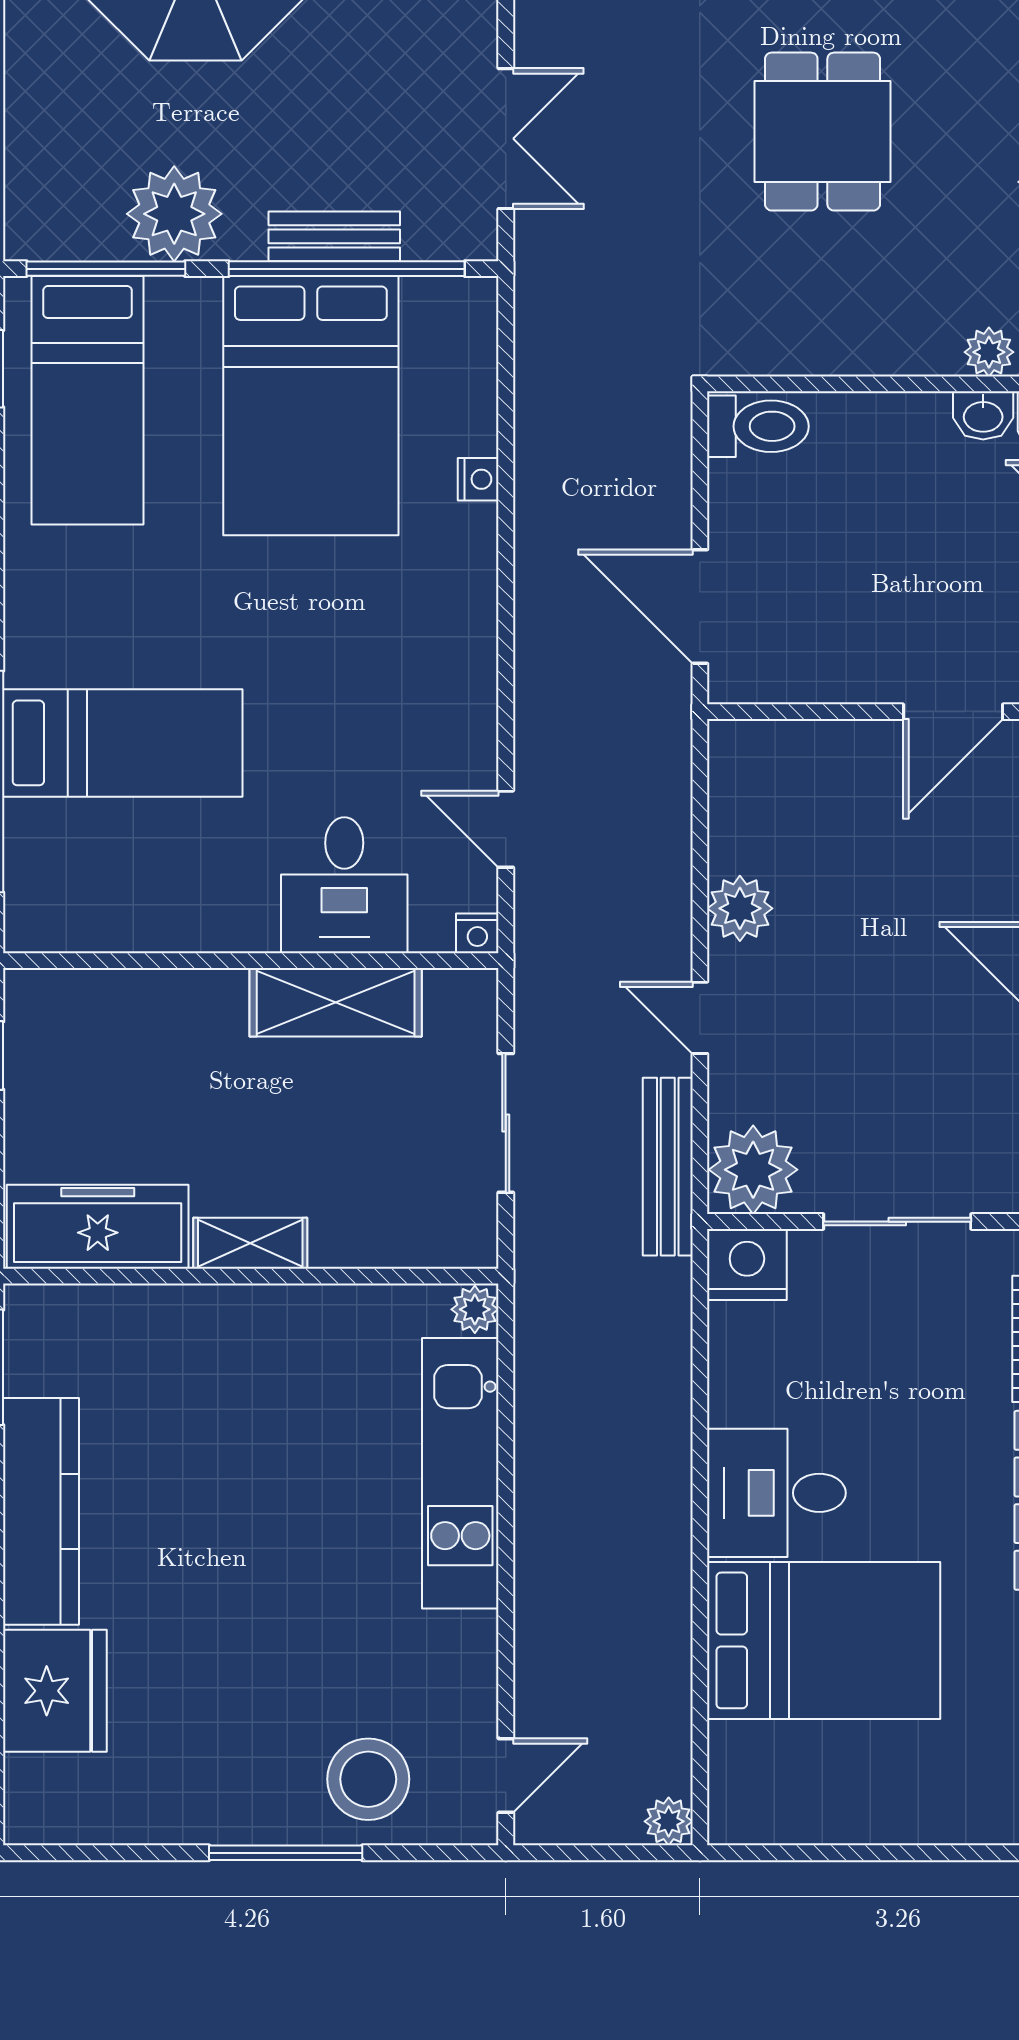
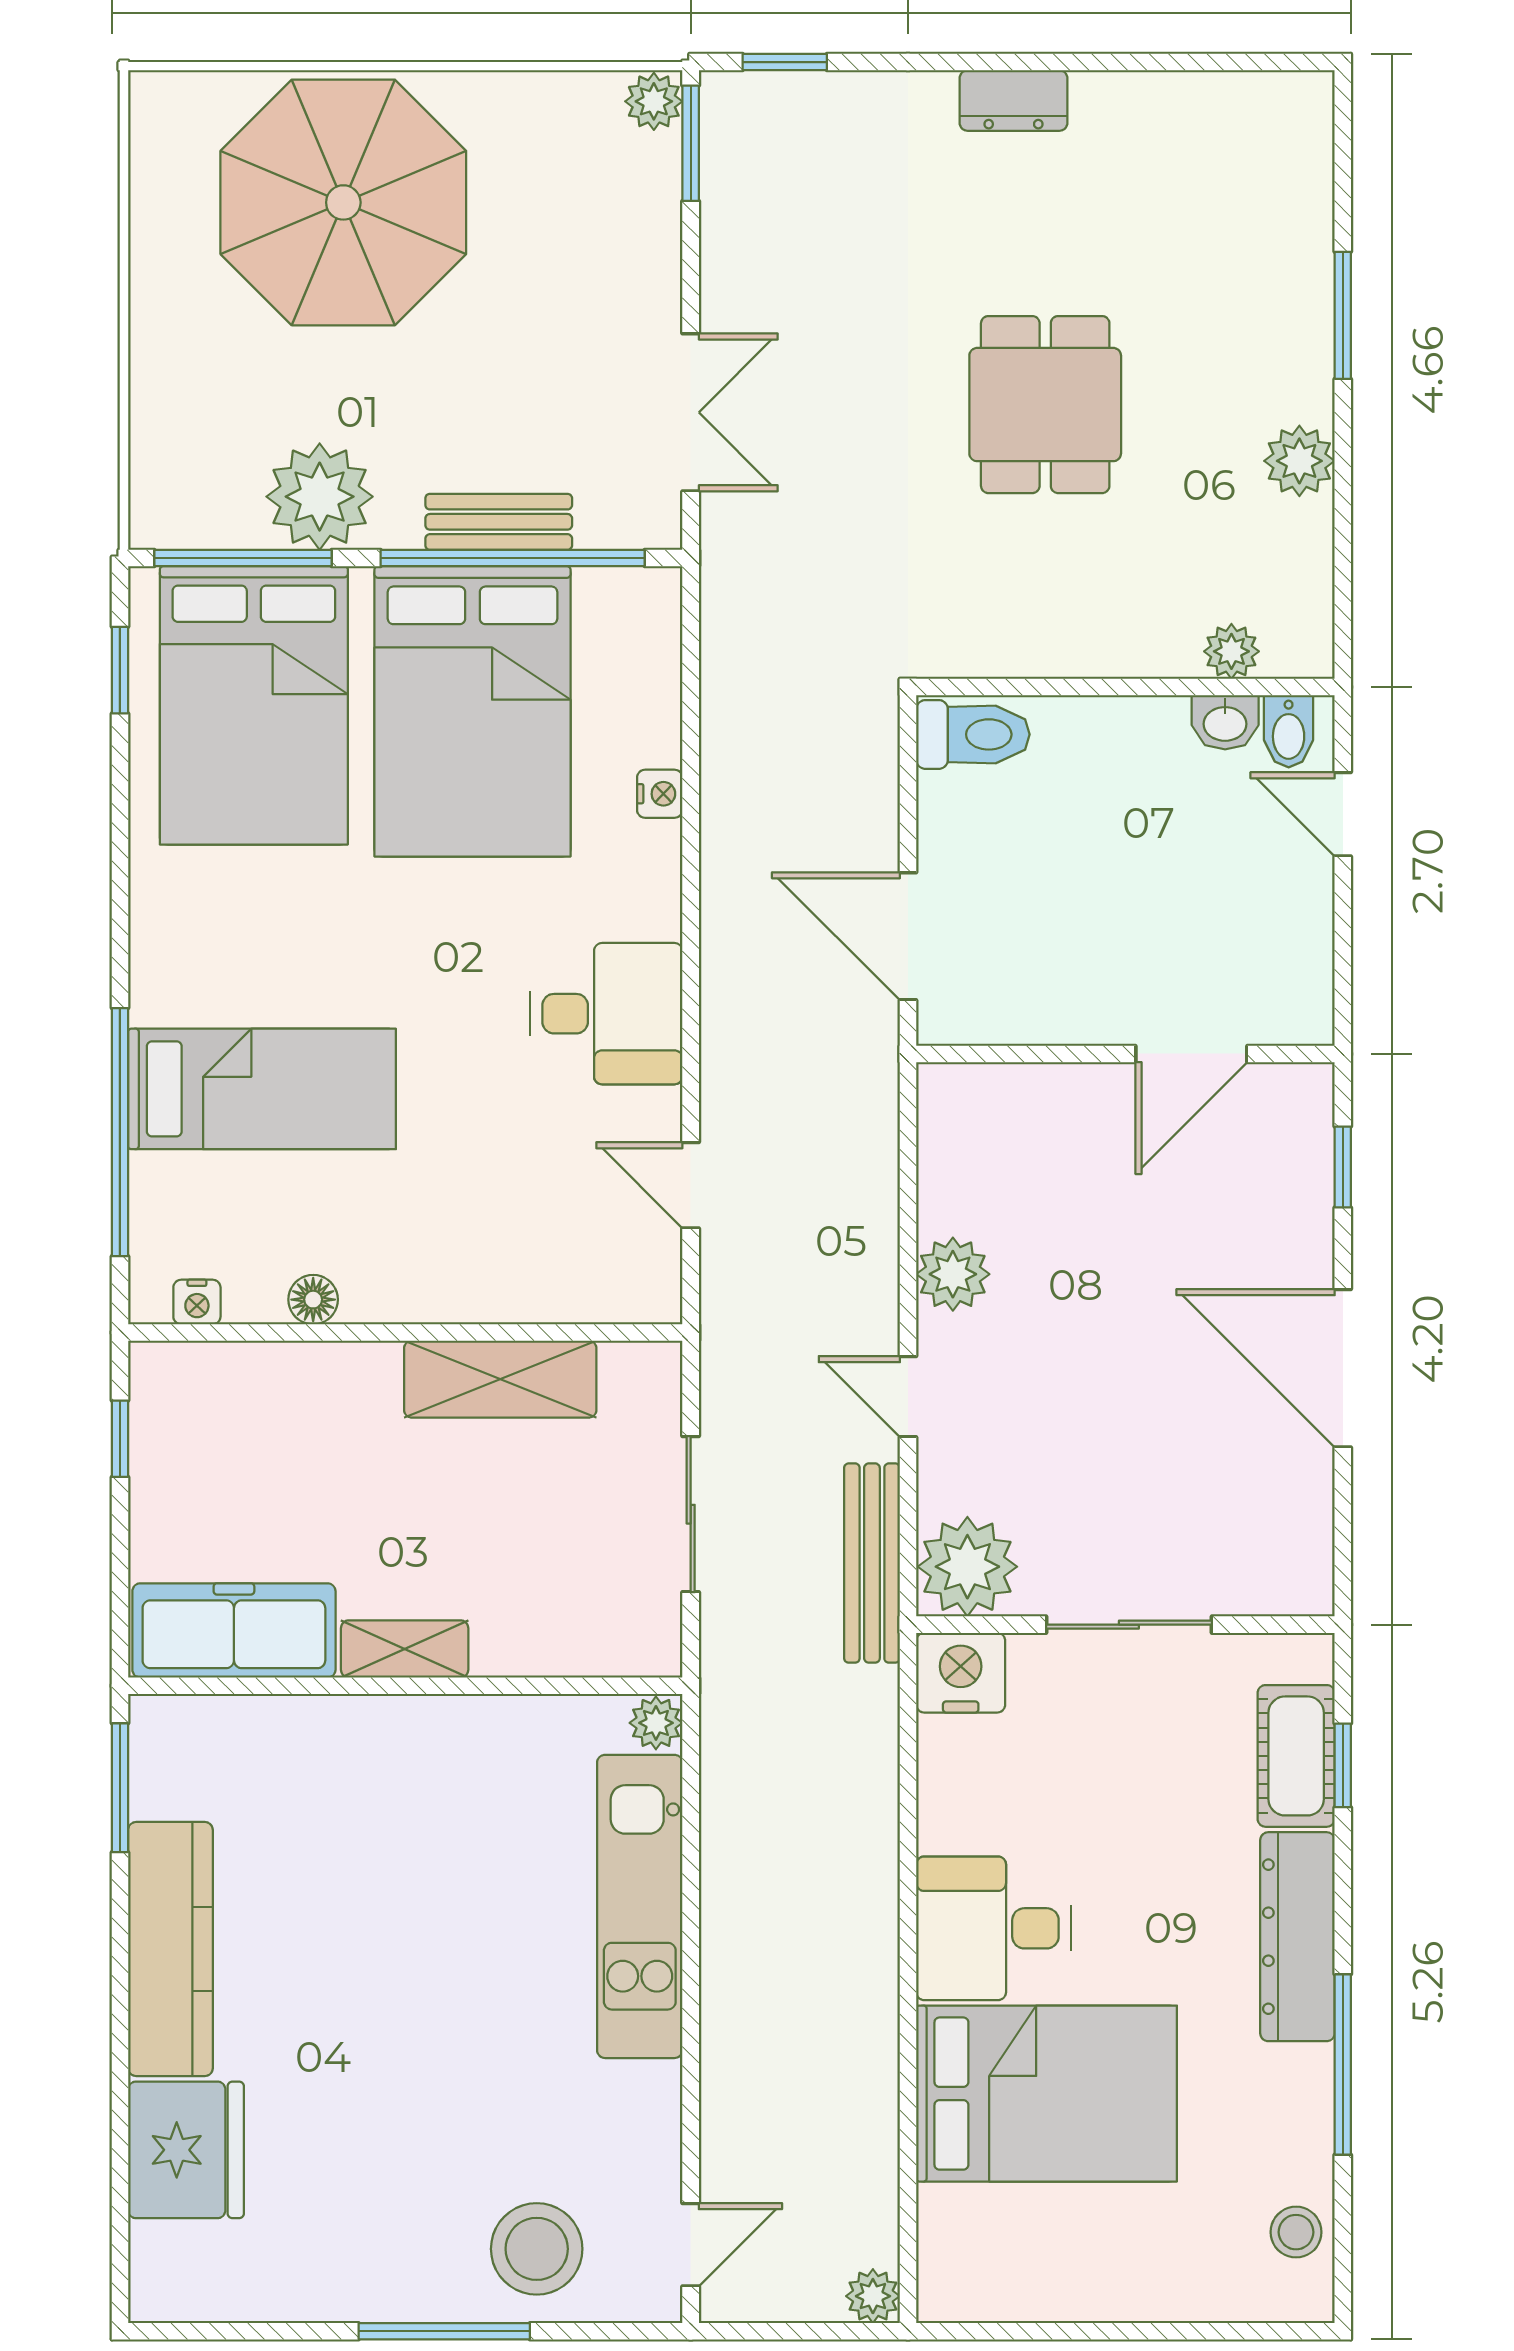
bed: (88, 400) -> (254, 705), width x1.50
desk: (344, 885) -> (606, 1014), moved, turned -90
floor lamp: (168, 931) -> (313, 1300), added
nightstand: (477, 933) -> (197, 1302), moved

